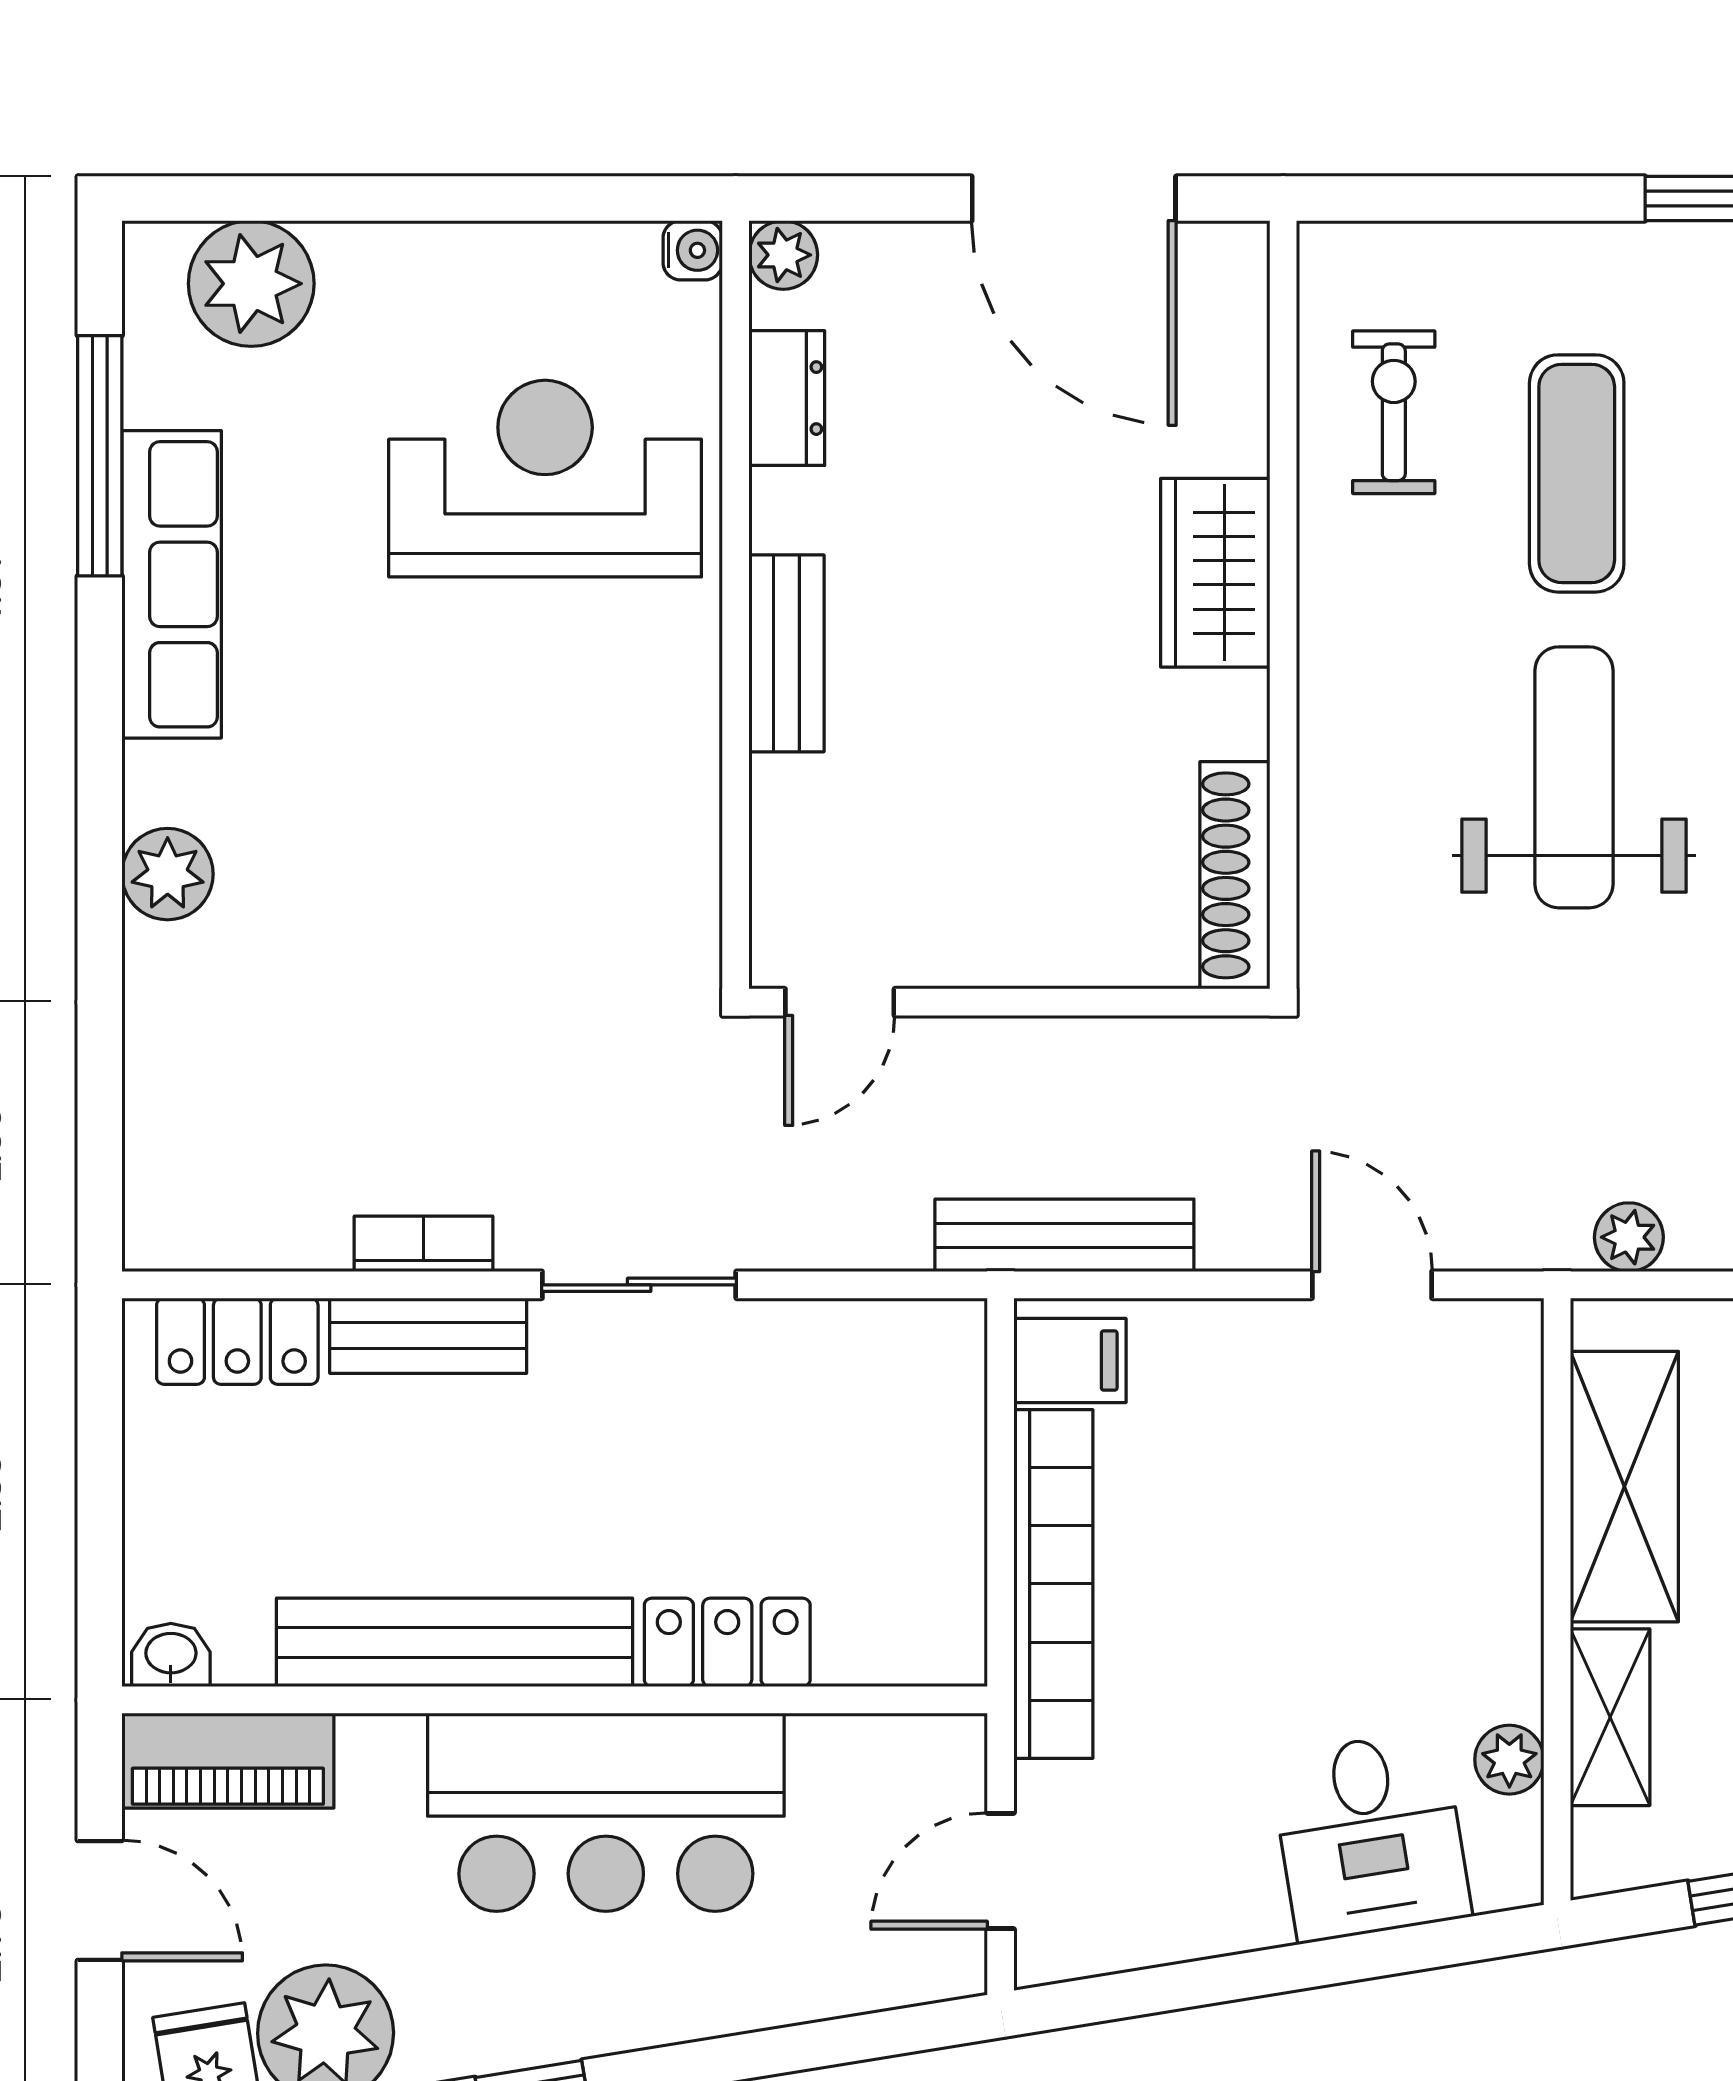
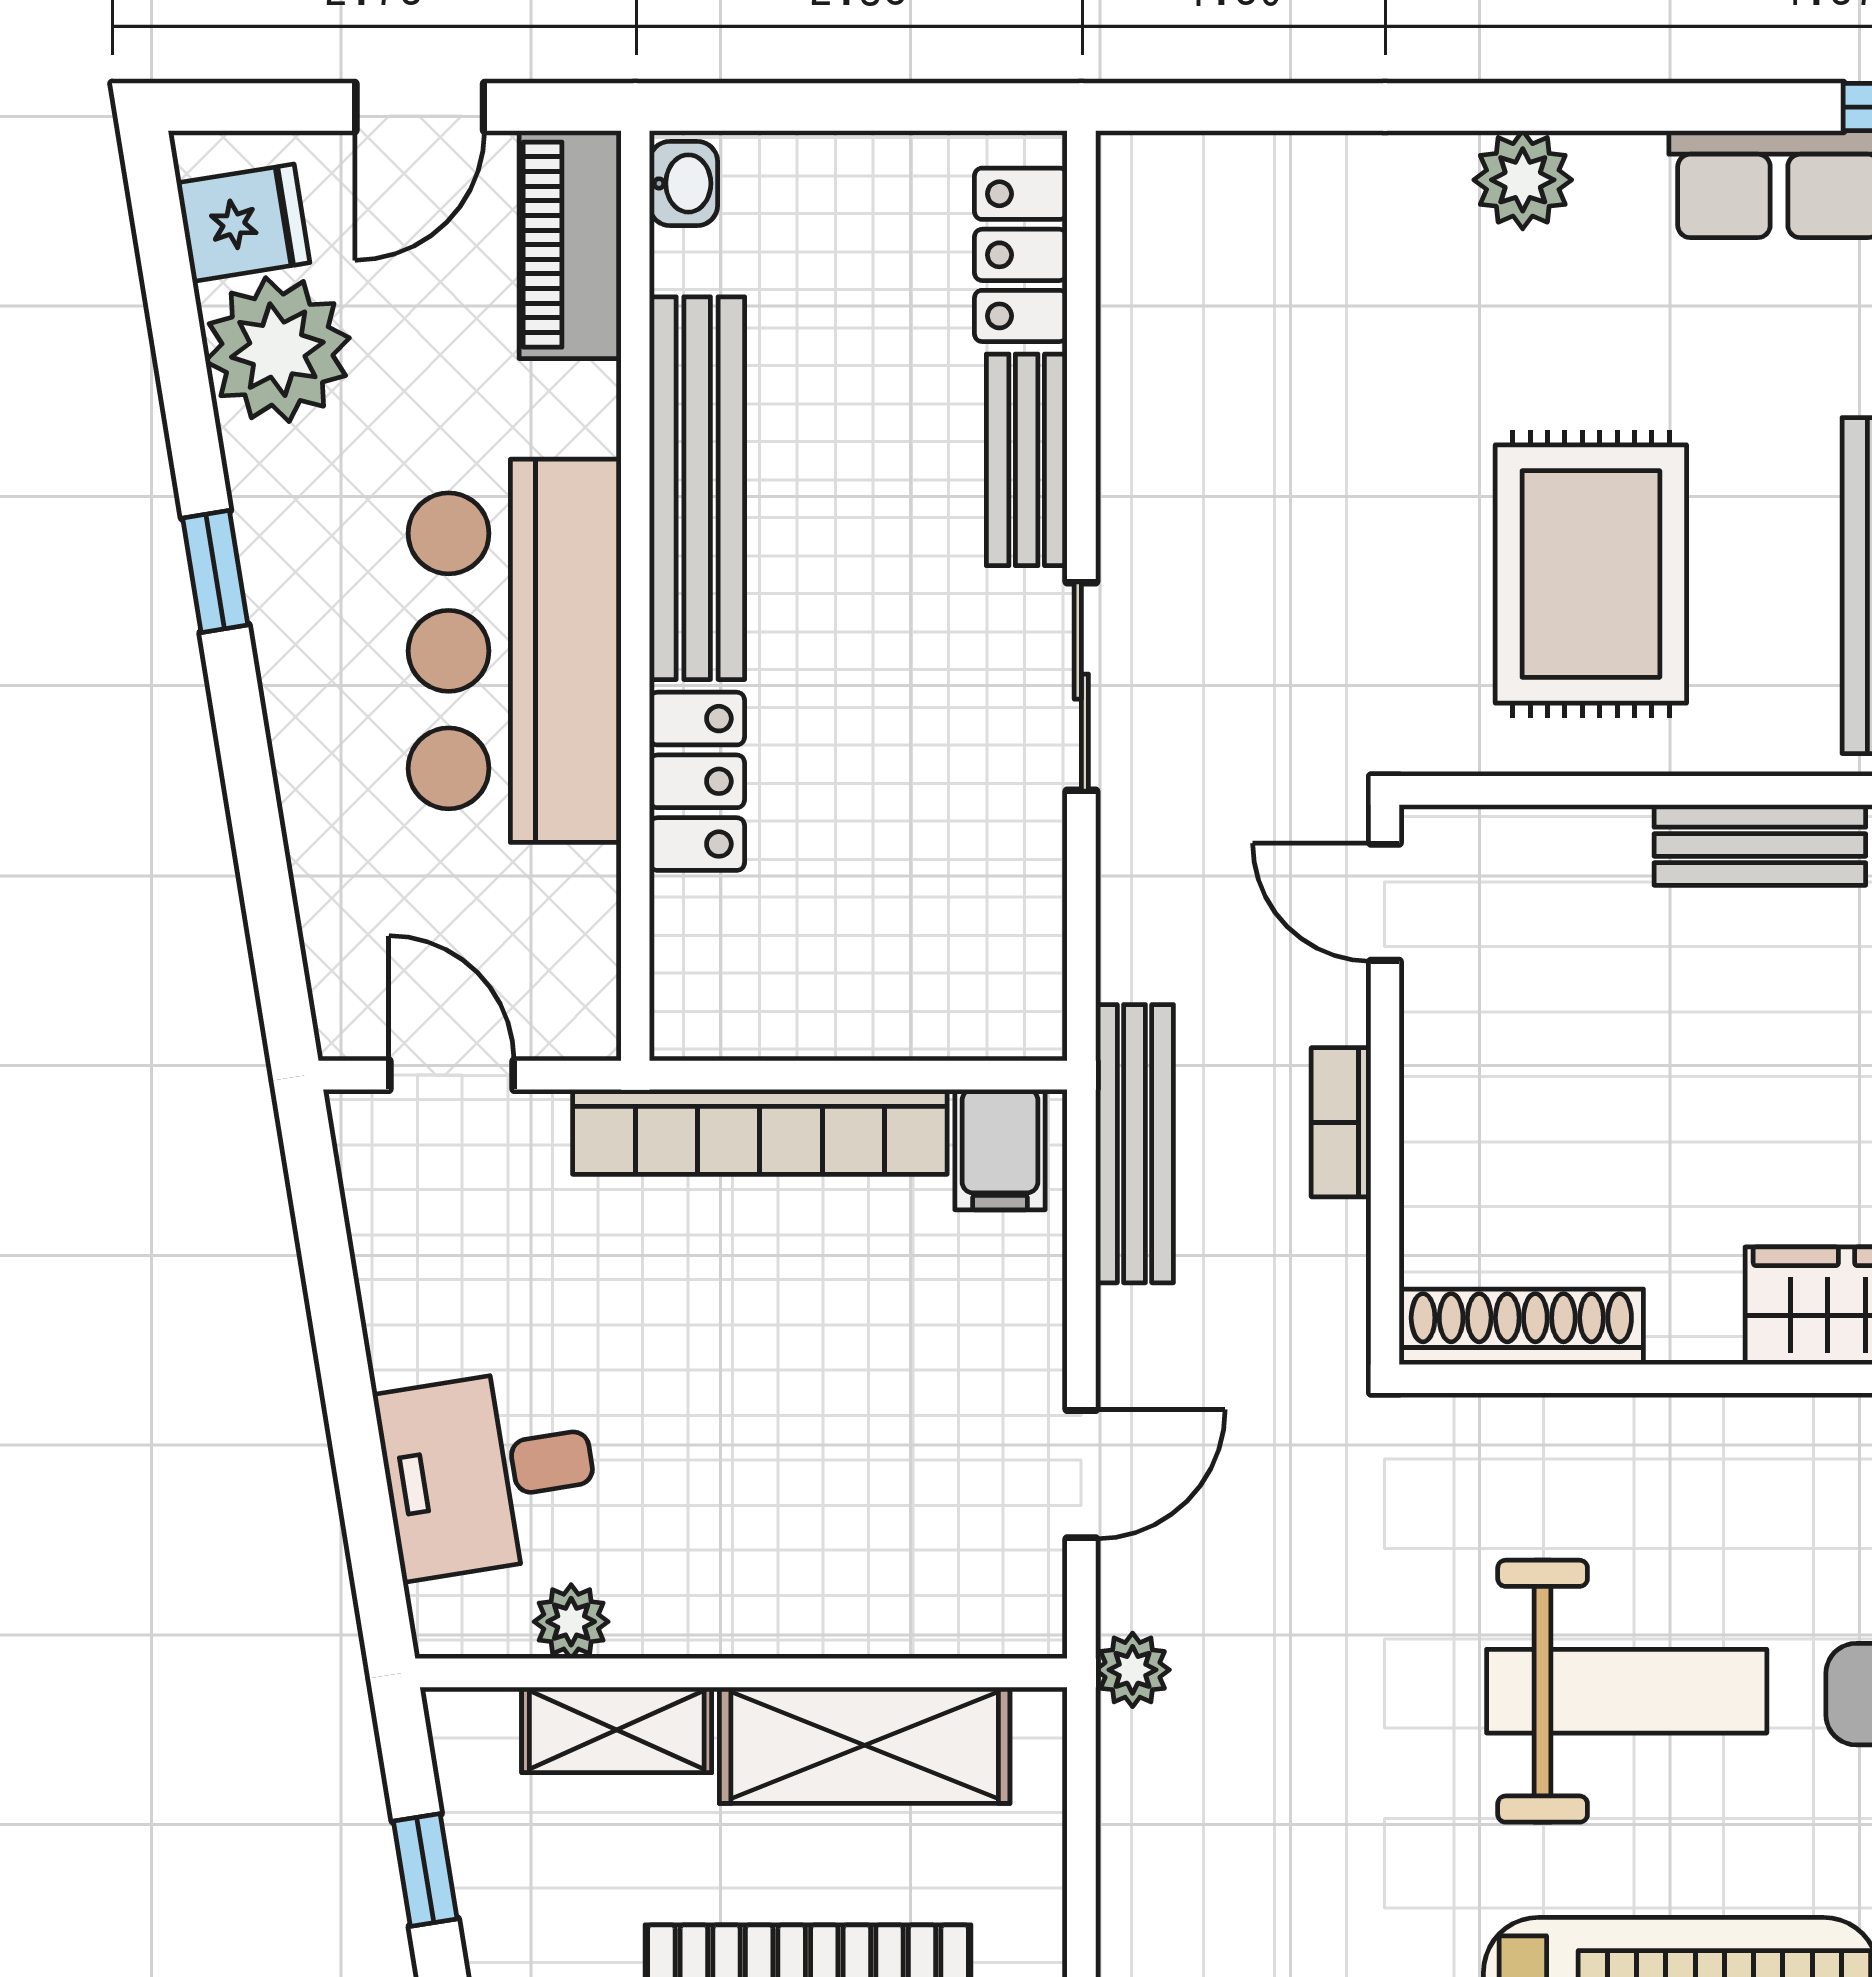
rug: (534, 811) -> (1591, 574), added
plant: (1629, 1237) -> (1133, 1670), moved
bookcase: (423, 1244) -> (1341, 1122), moved, turned 180

